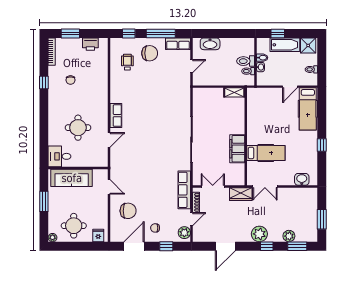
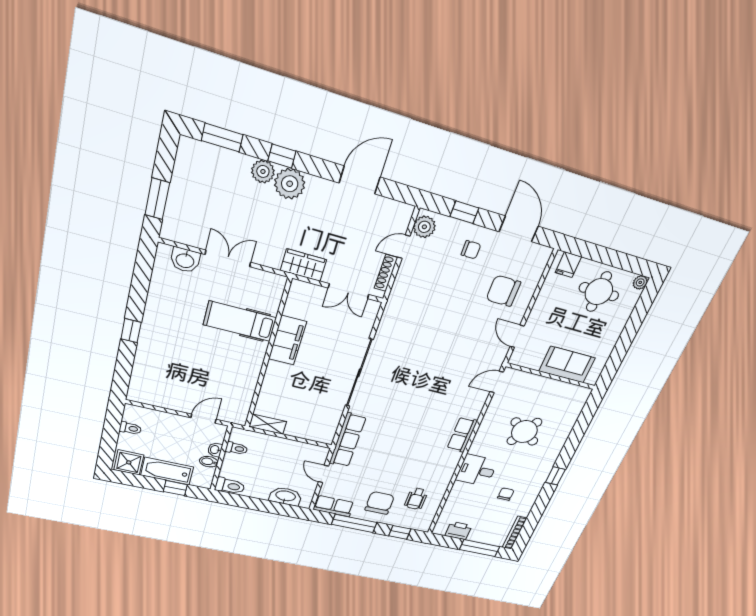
window: (70, 33) -> (480, 548), width x1.44
chair: (150, 53) -> (380, 503), turned 90
toilet: (246, 61) -> (230, 486), moved
door: (191, 66) -> (323, 474), hinge flipped
window: (44, 82) -> (555, 476), moved
door: (290, 87) -> (204, 419), moved
hospital bed: (308, 109) -> (149, 372), removed
round table: (78, 128) -> (524, 432), turned 32
door: (109, 140) -> (497, 382), moved
window: (322, 145) -> (131, 331), moved
desk: (60, 156) -> (477, 470), moved, turned 180
sofa: (72, 178) -> (567, 365), width x0.73
double door: (265, 186) -> (228, 258), moved
row of seats: (184, 190) -> (347, 440), moved
window: (44, 201) -> (625, 341), removed
window: (322, 219) -> (157, 199), moved
plant: (289, 236) -> (263, 171), moved
door: (134, 246) -> (519, 229), swing flipped

